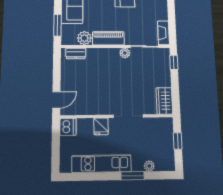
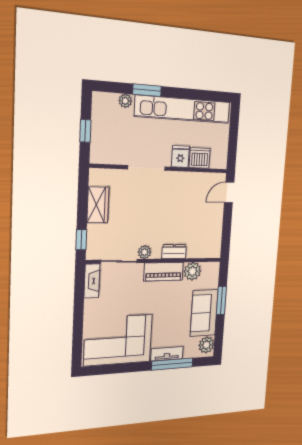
window: (57, 25) -> (221, 300), moved
dresser: (76, 53) -> (174, 251), moved
wardrobe: (164, 101) -> (98, 205), moved
dishwasher: (68, 127) -> (200, 158), moved, turned 90
kitchen unit: (102, 164) -> (183, 109), width x1.36

